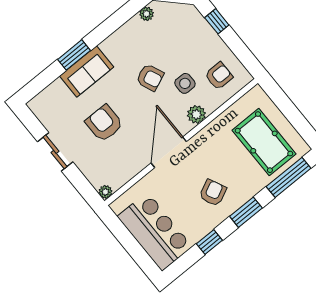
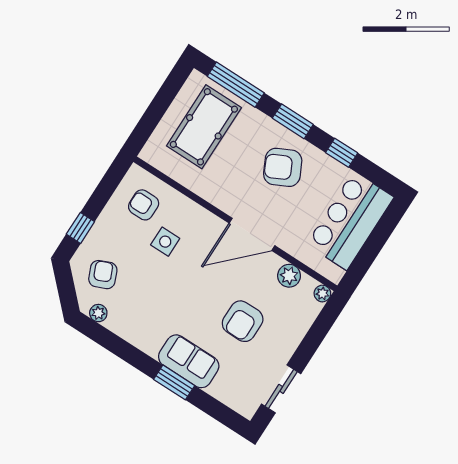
armchair: (150, 77) -> (103, 275), moved
plant: (196, 114) -> (289, 276), moved
sliding door: (55, 152) -> (281, 389), moved
armchair: (213, 193) -> (283, 167), width x1.38, depth x1.38

